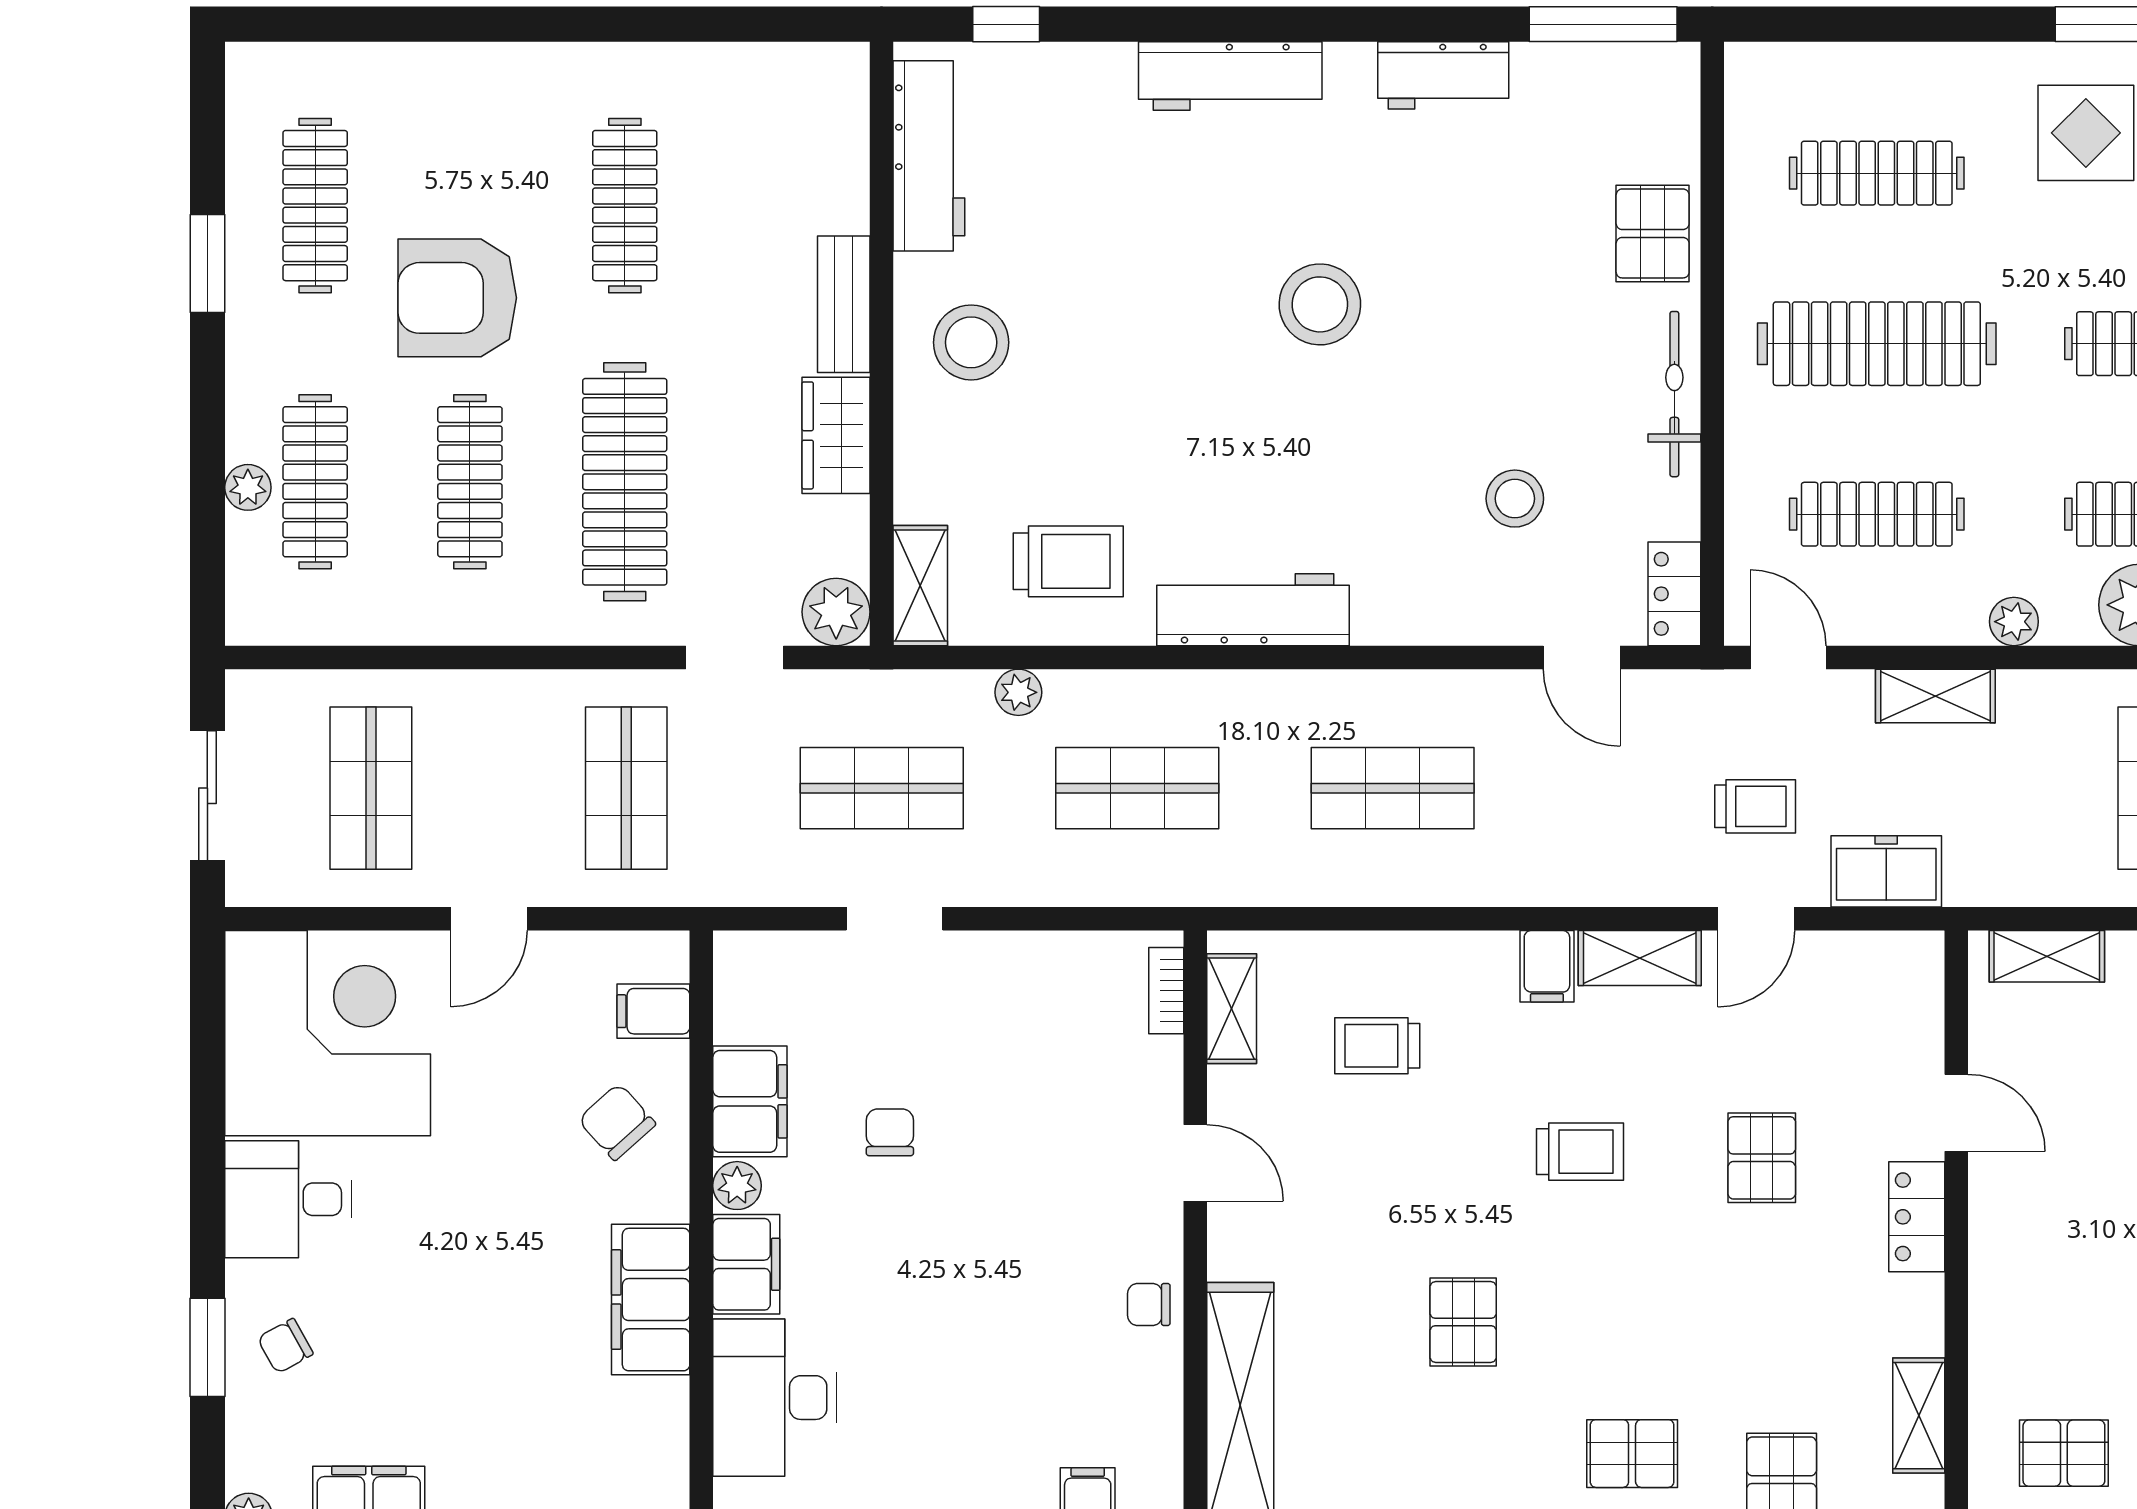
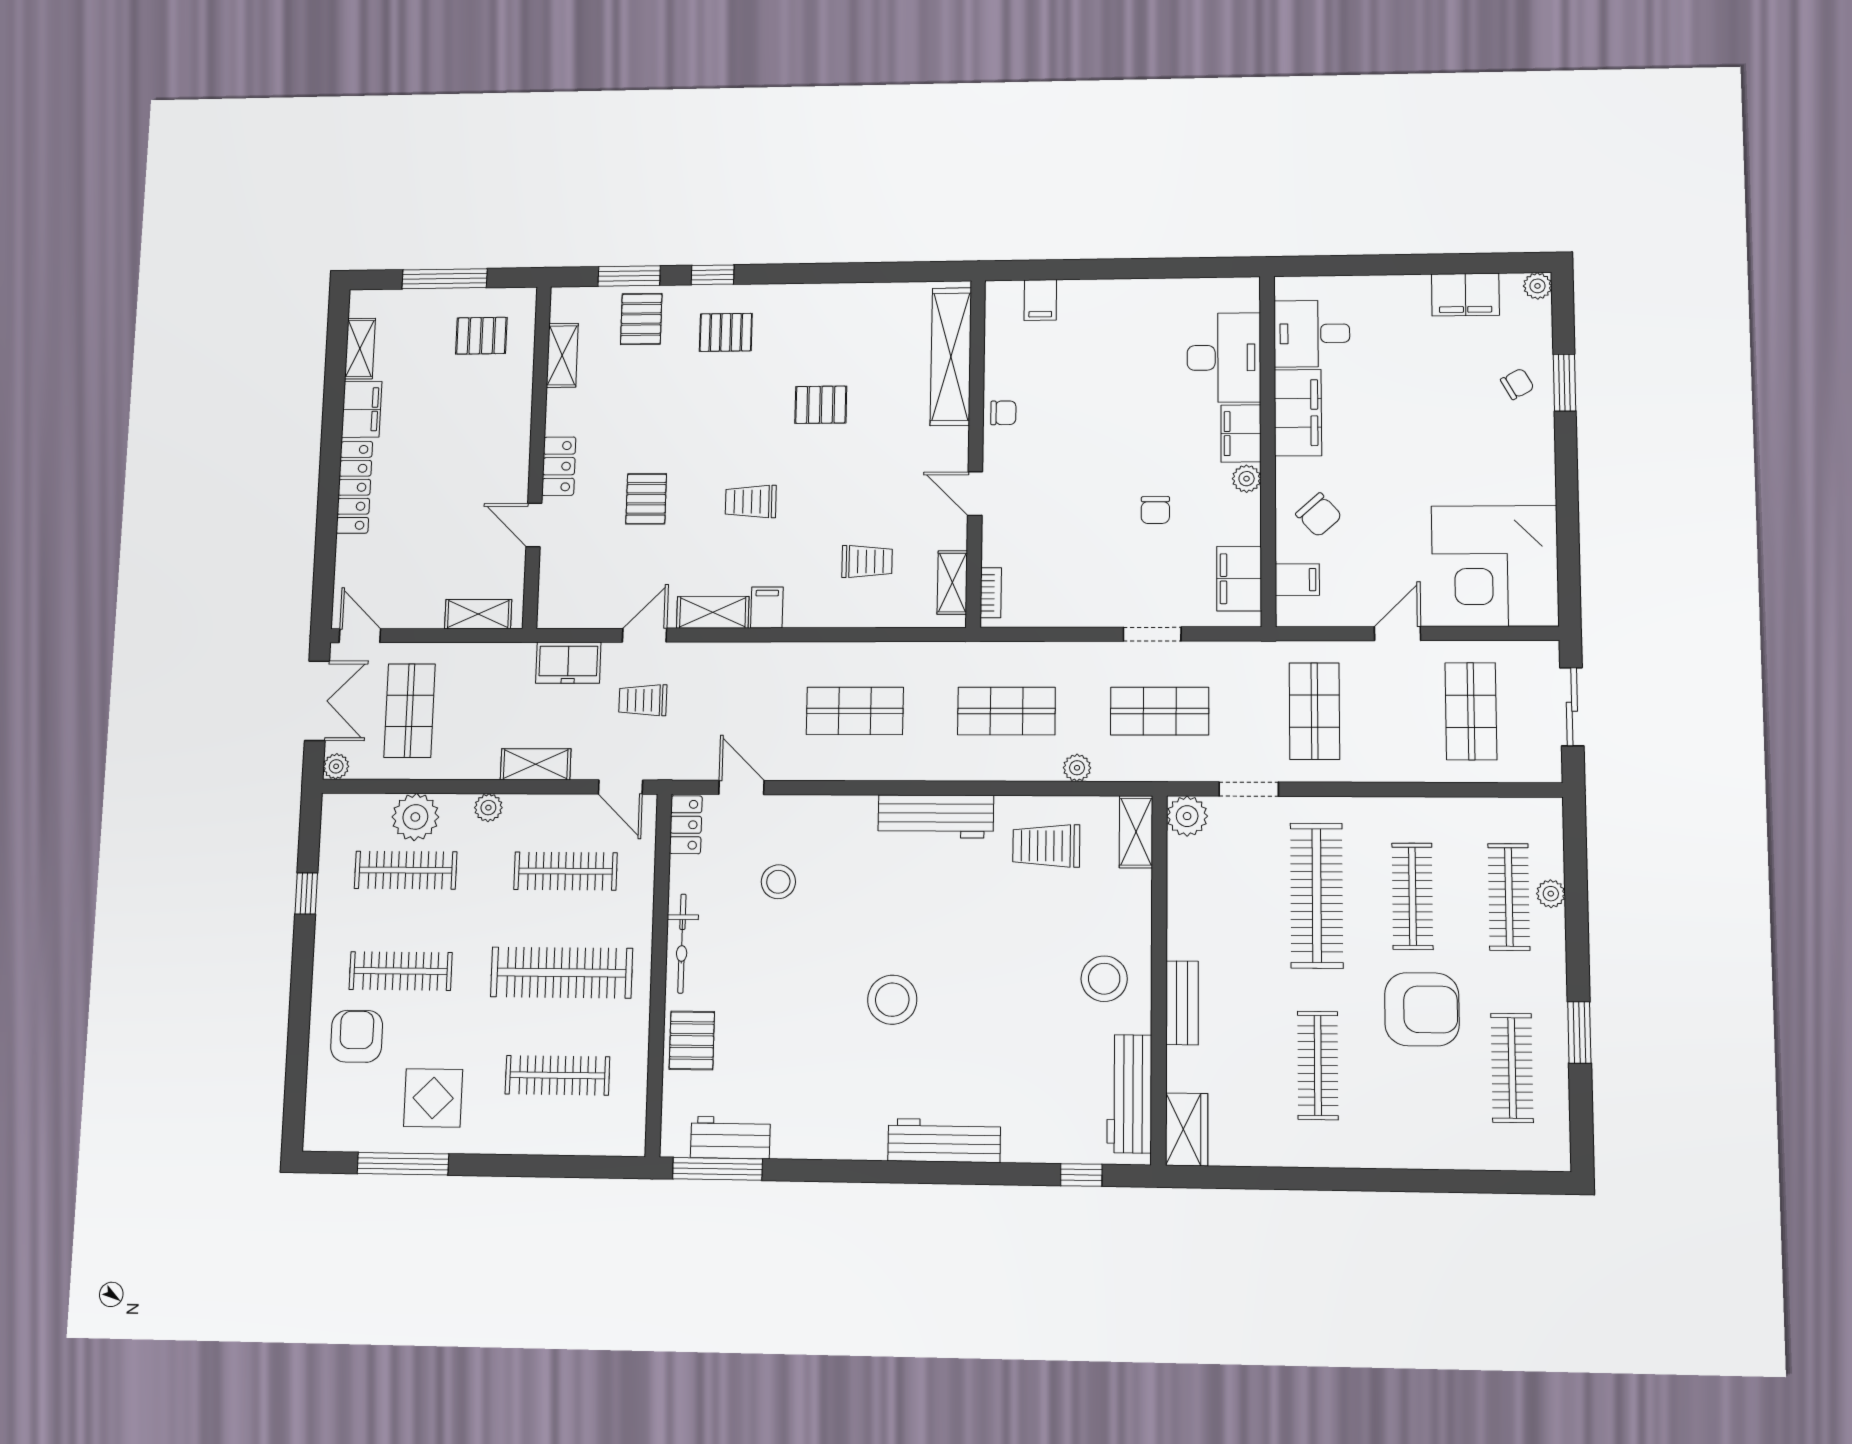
workbench: (1443, 75) -> (730, 1138), moved
wardrobe: (836, 435) -> (1187, 1129), moved
filing cabinet: (750, 1101) -> (1239, 579), moved
desk: (288, 1199) -> (1312, 334), moved, turned 180
pallet: (1463, 1322) -> (821, 405), turned 90

